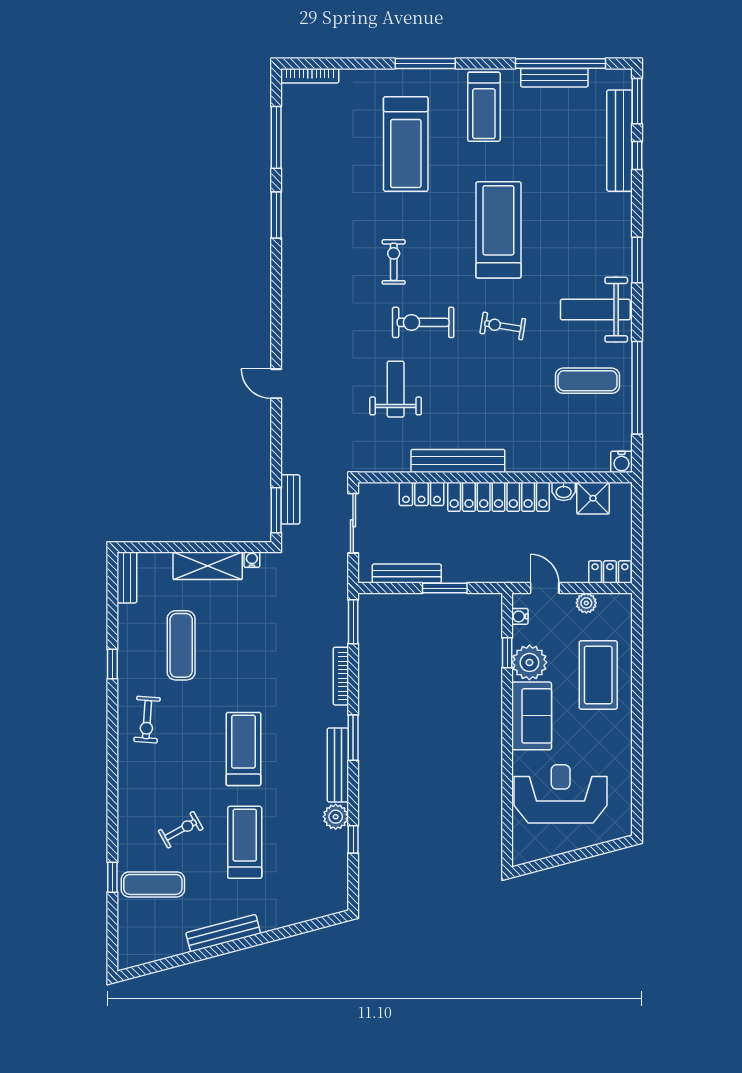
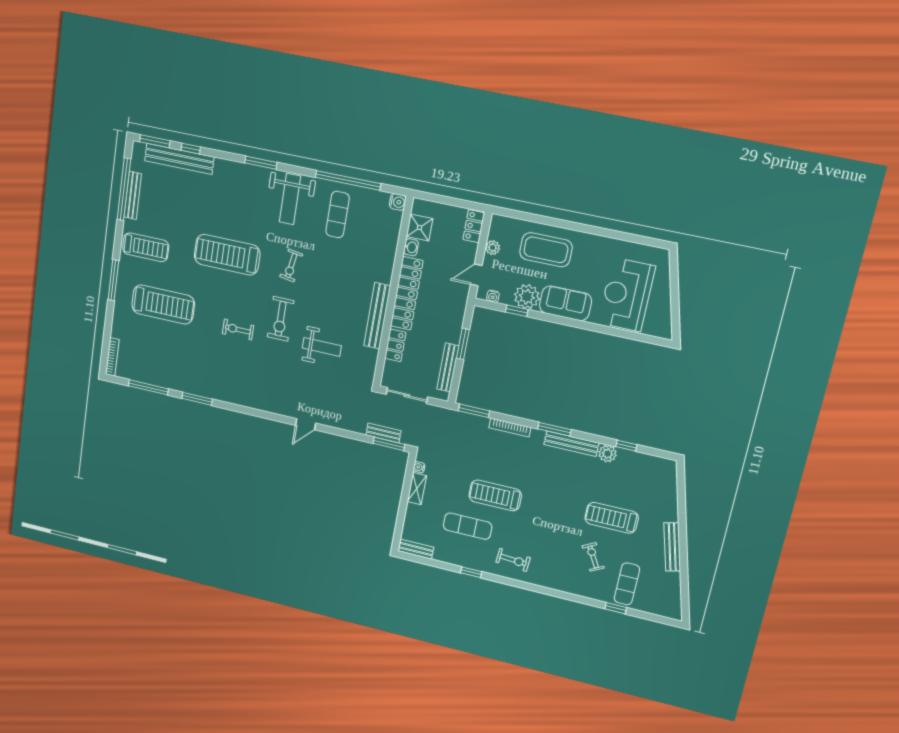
weight bench: (396, 389) -> (322, 347), turned 180
shelving: (208, 566) -> (417, 489), width x0.67, depth x0.75
treadmill: (243, 749) -> (495, 495), moved

